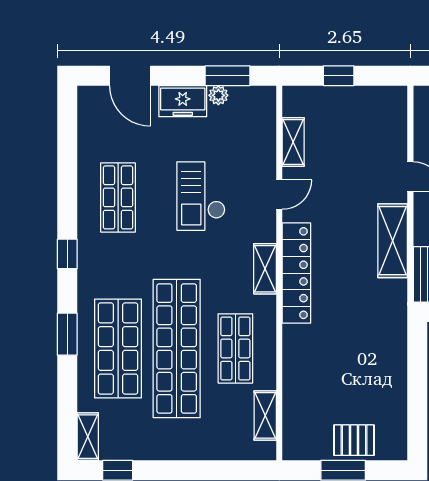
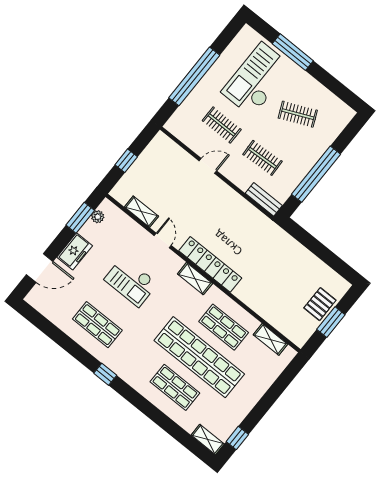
plant: (218, 95) -> (98, 217), moved
shelving: (393, 241) -> (233, 201), removed
window: (67, 334) -> (146, 408), removed
shop shelf: (118, 348) -> (175, 387), width x0.70, depth x0.74

